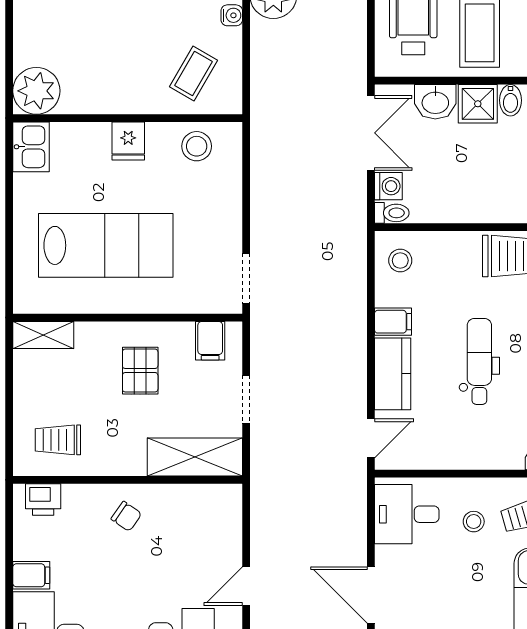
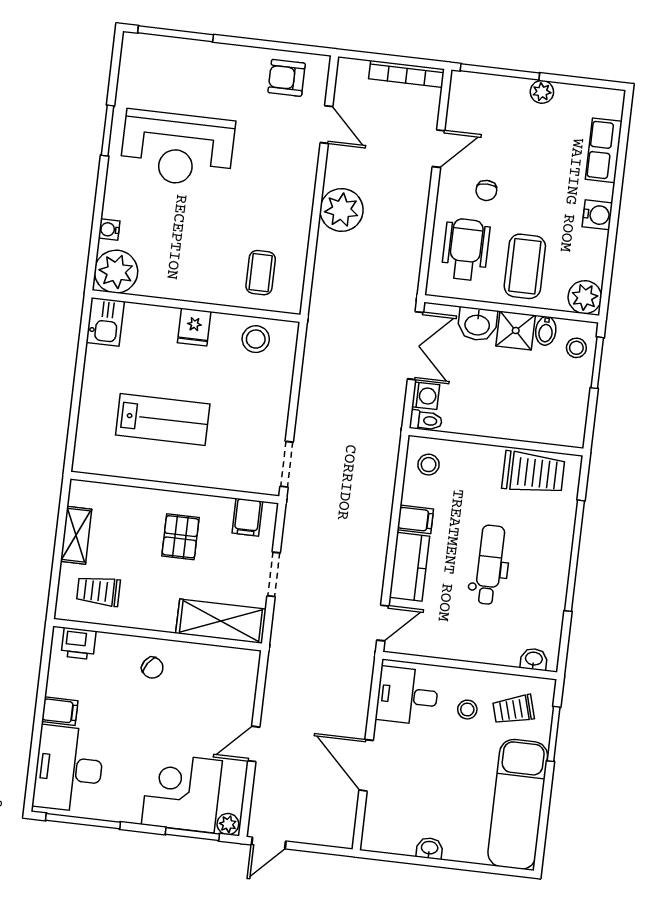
water cooler: (232, 15) -> (109, 229), moved, turned 180
coffee table: (193, 73) -> (261, 273), turned -30
lab bench: (106, 245) -> (163, 419), width x0.73, depth x0.72
shelving: (43, 335) -> (76, 535), moved, turned 90

